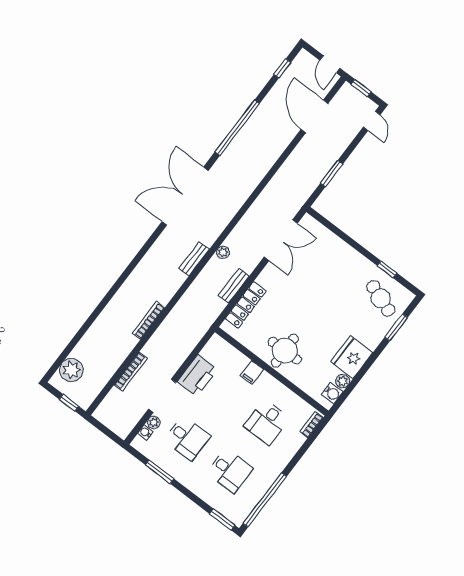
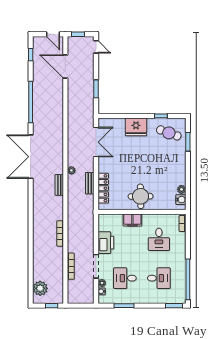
fridge: (352, 357) -> (136, 127), moved, turned -90
filing cabinet: (252, 373) -> (132, 220), width x2.00
desk: (187, 438) -> (125, 278), turned 180

